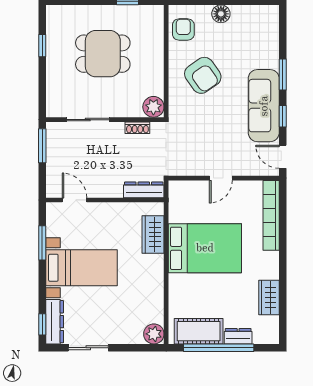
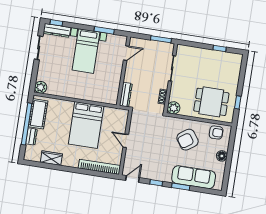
dining table: (103, 54) -> (211, 102), moved, turned 90
sofa: (264, 106) -> (194, 177), moved
wardrobe: (153, 234) -> (99, 96), removed

